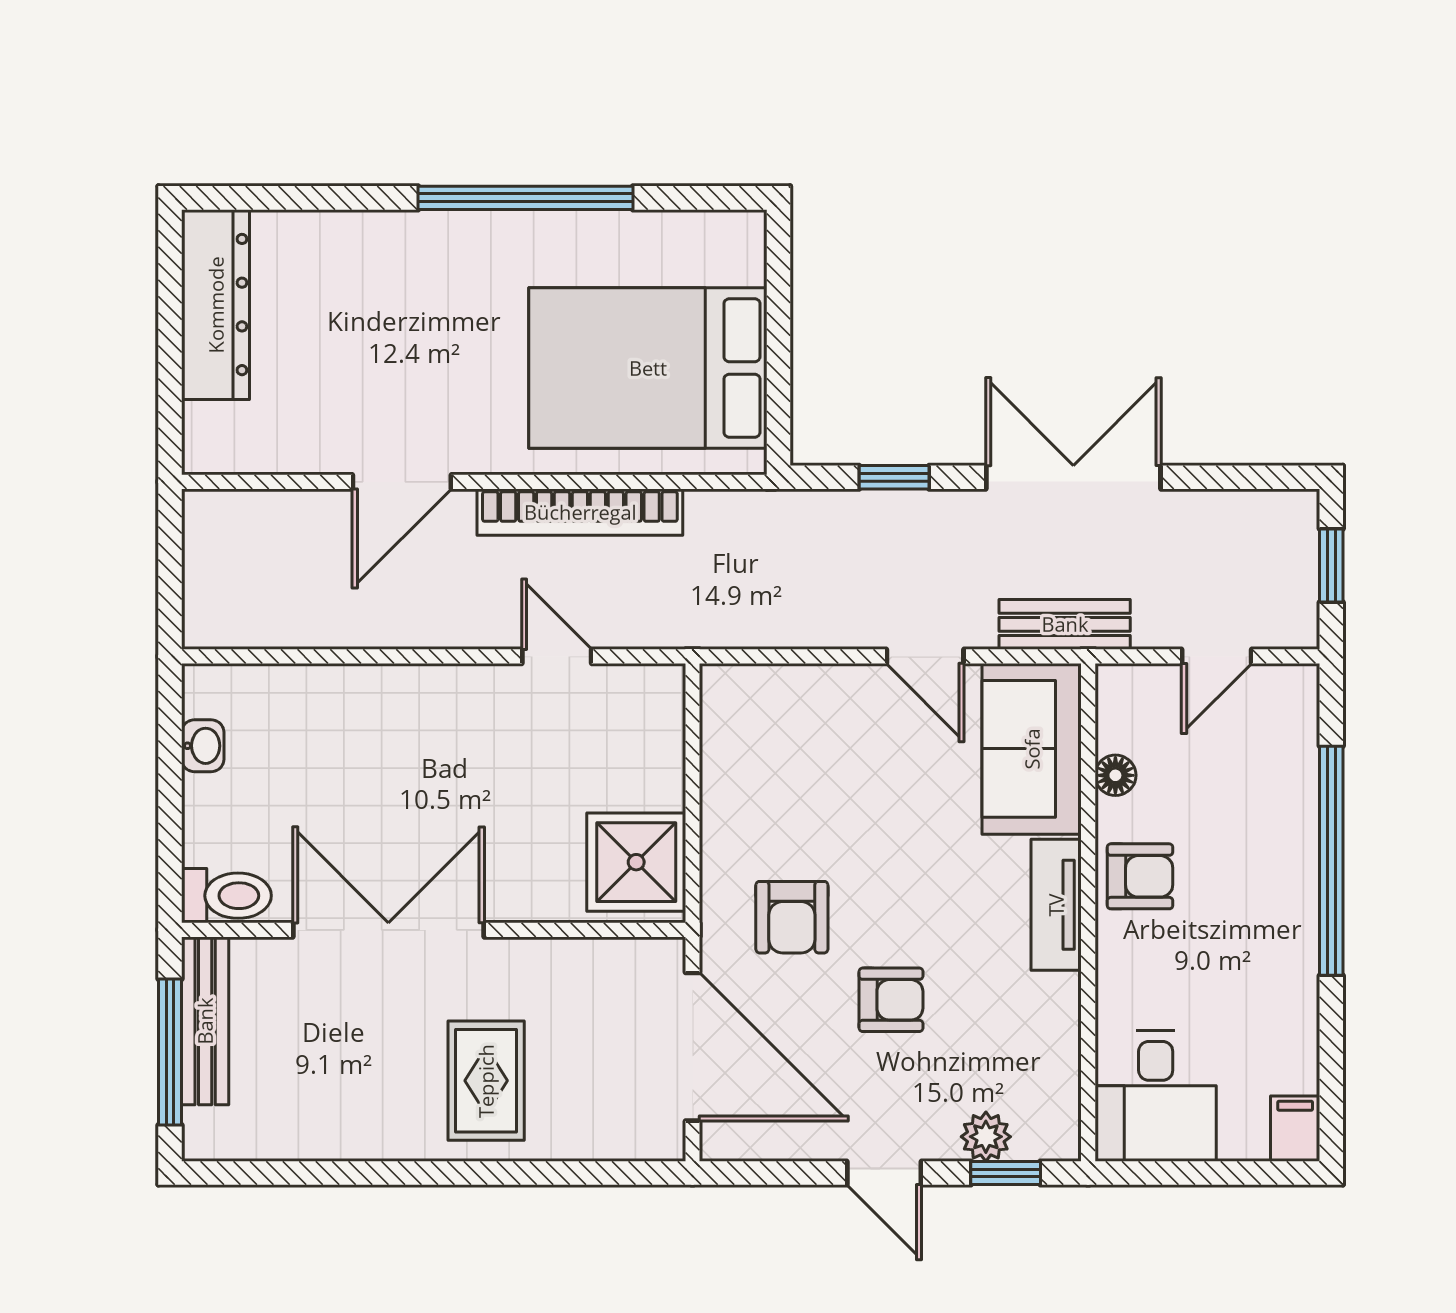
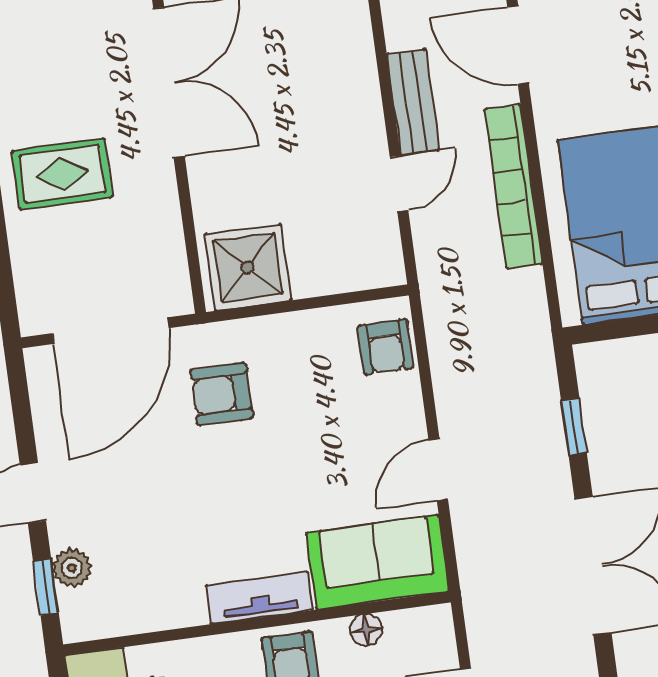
bench: (1065, 624) -> (413, 102), moved
armchair: (891, 1000) -> (385, 347), moved

